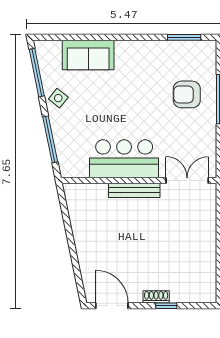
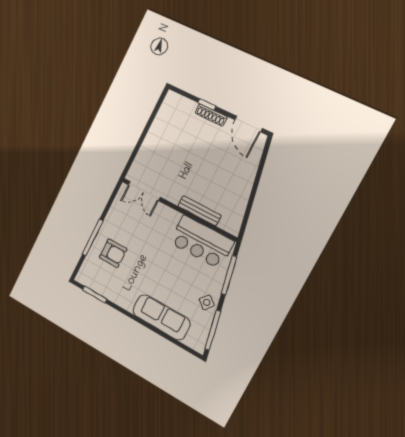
sofa: (88, 55) -> (161, 317), width x1.36
bar counter: (124, 159) -> (202, 242), moved
bench: (134, 190) -> (199, 211), moved
shoe rack: (156, 297) -> (211, 115), width x1.43

